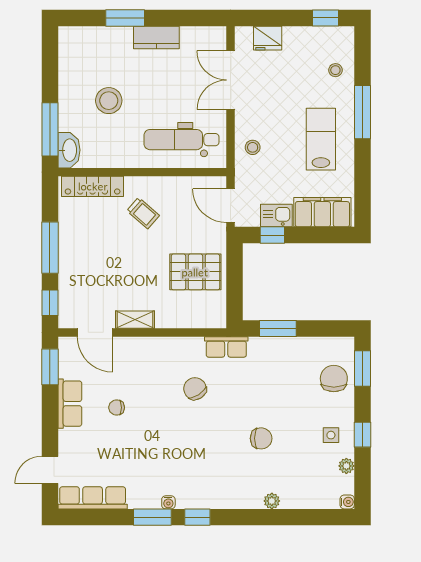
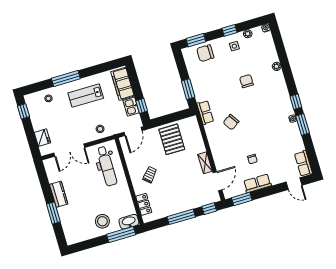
stool: (109, 101) -> (102, 221), moved
locker: (93, 186) -> (144, 204), width x0.66
row of seats: (93, 498) -> (303, 163), width x0.68

